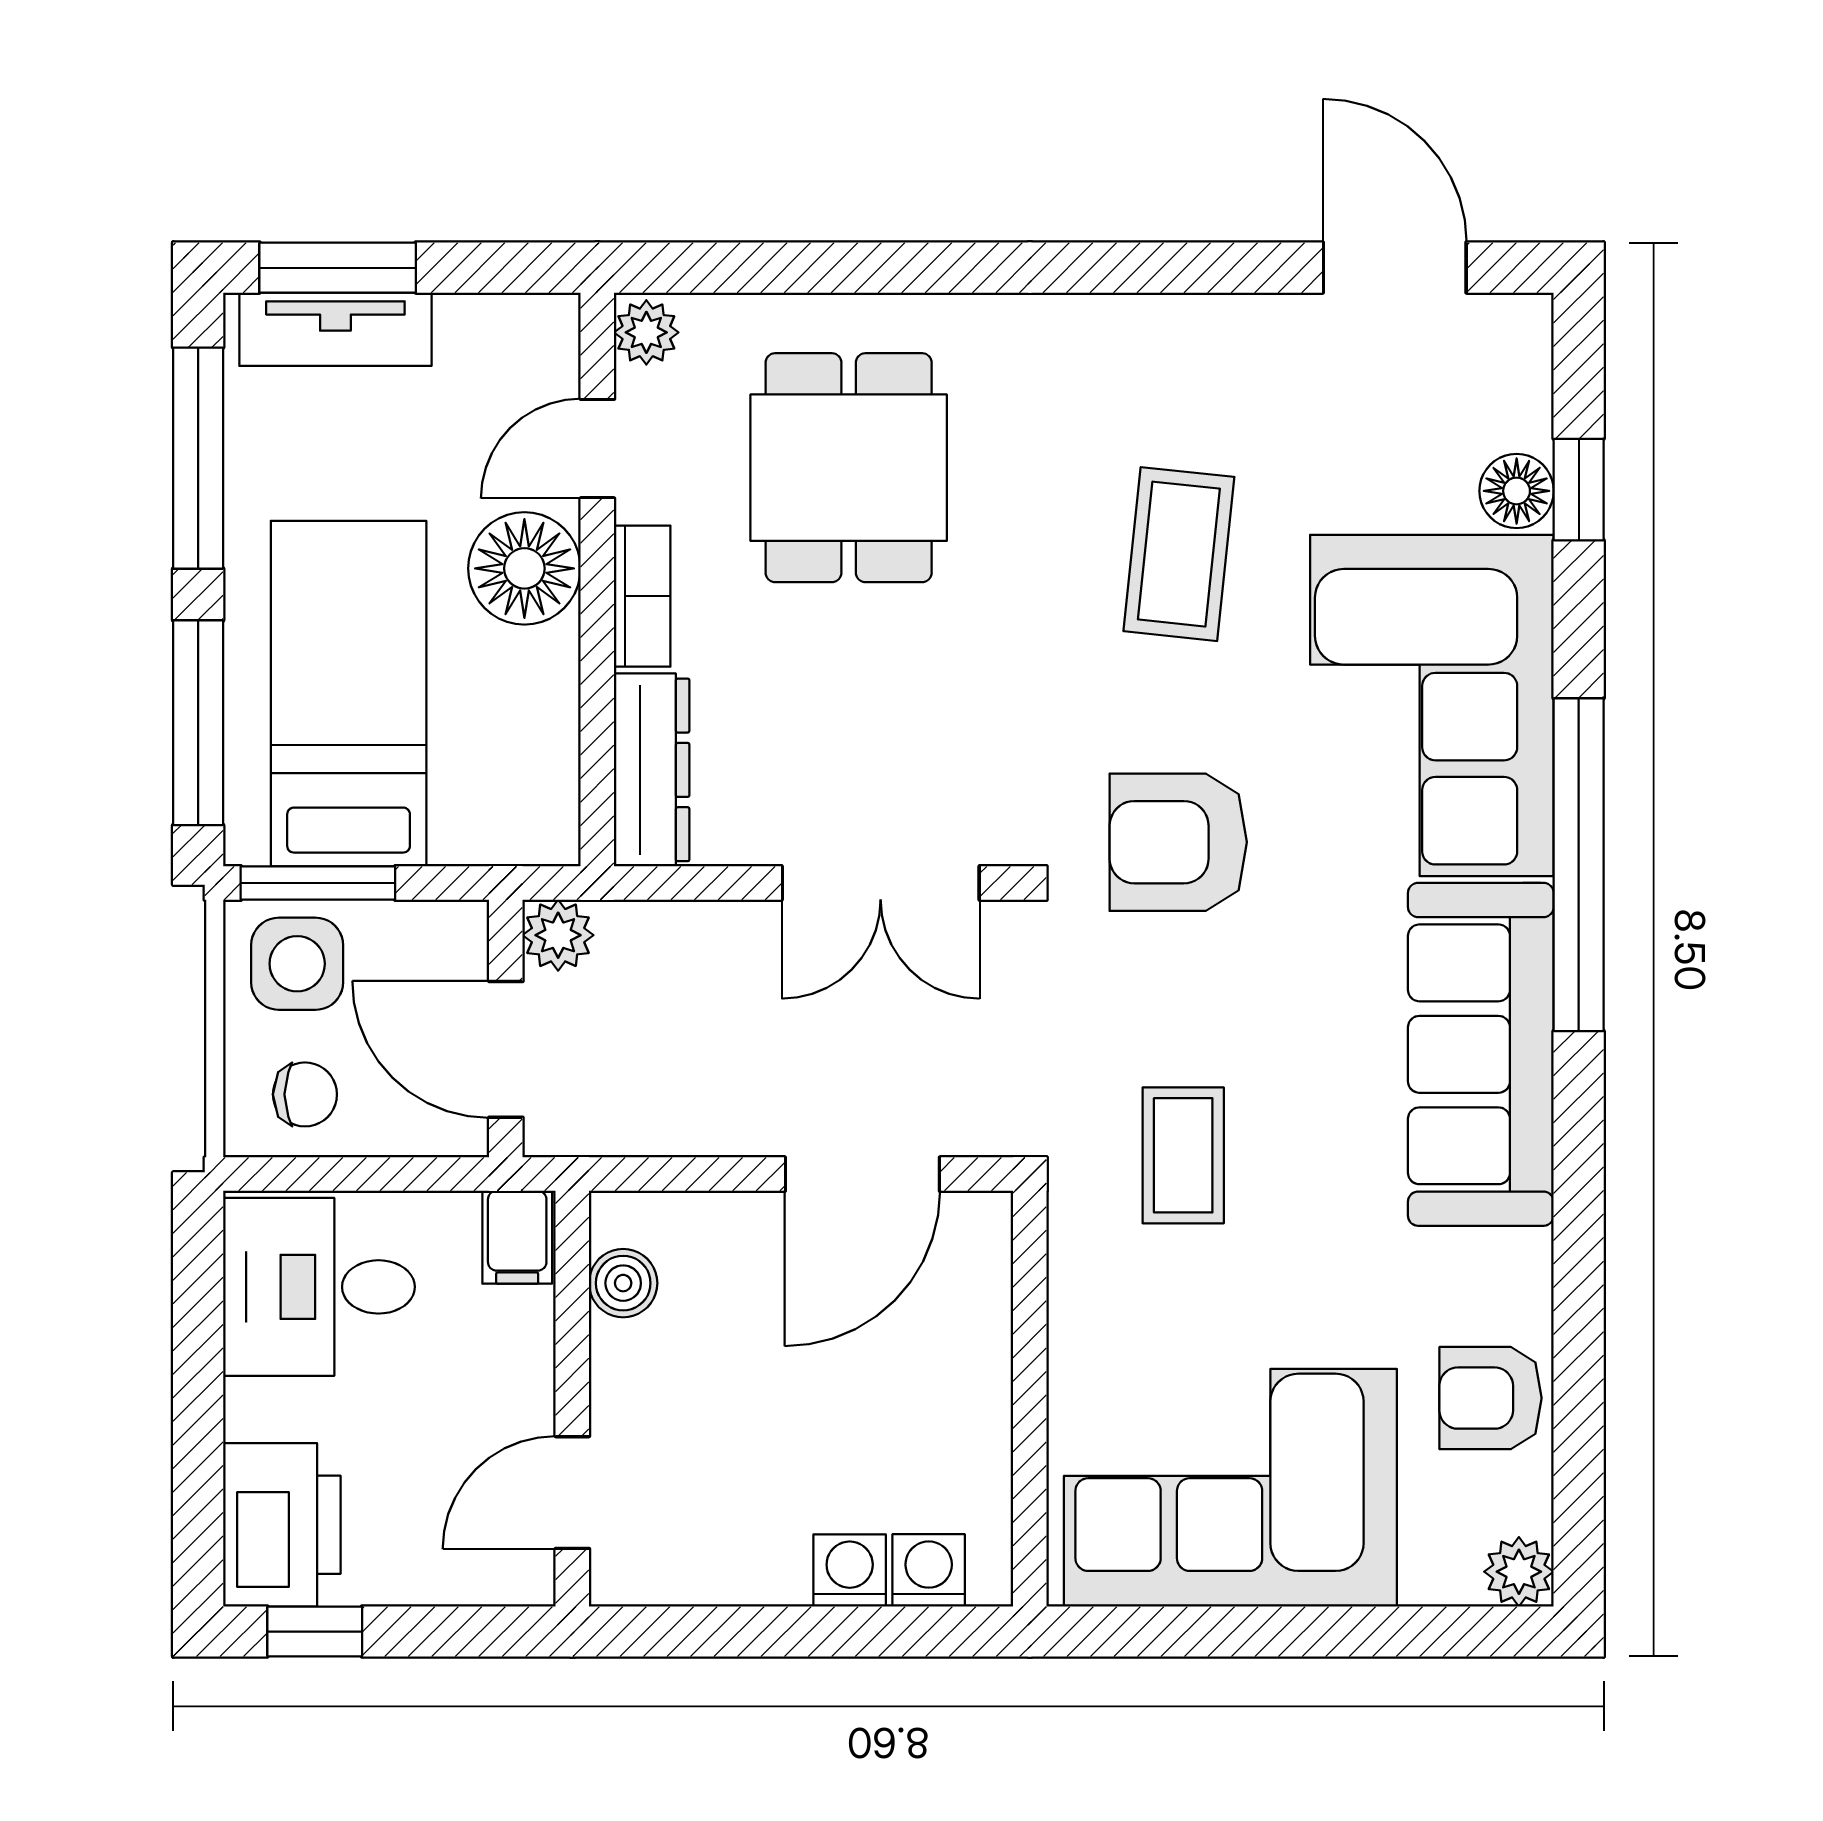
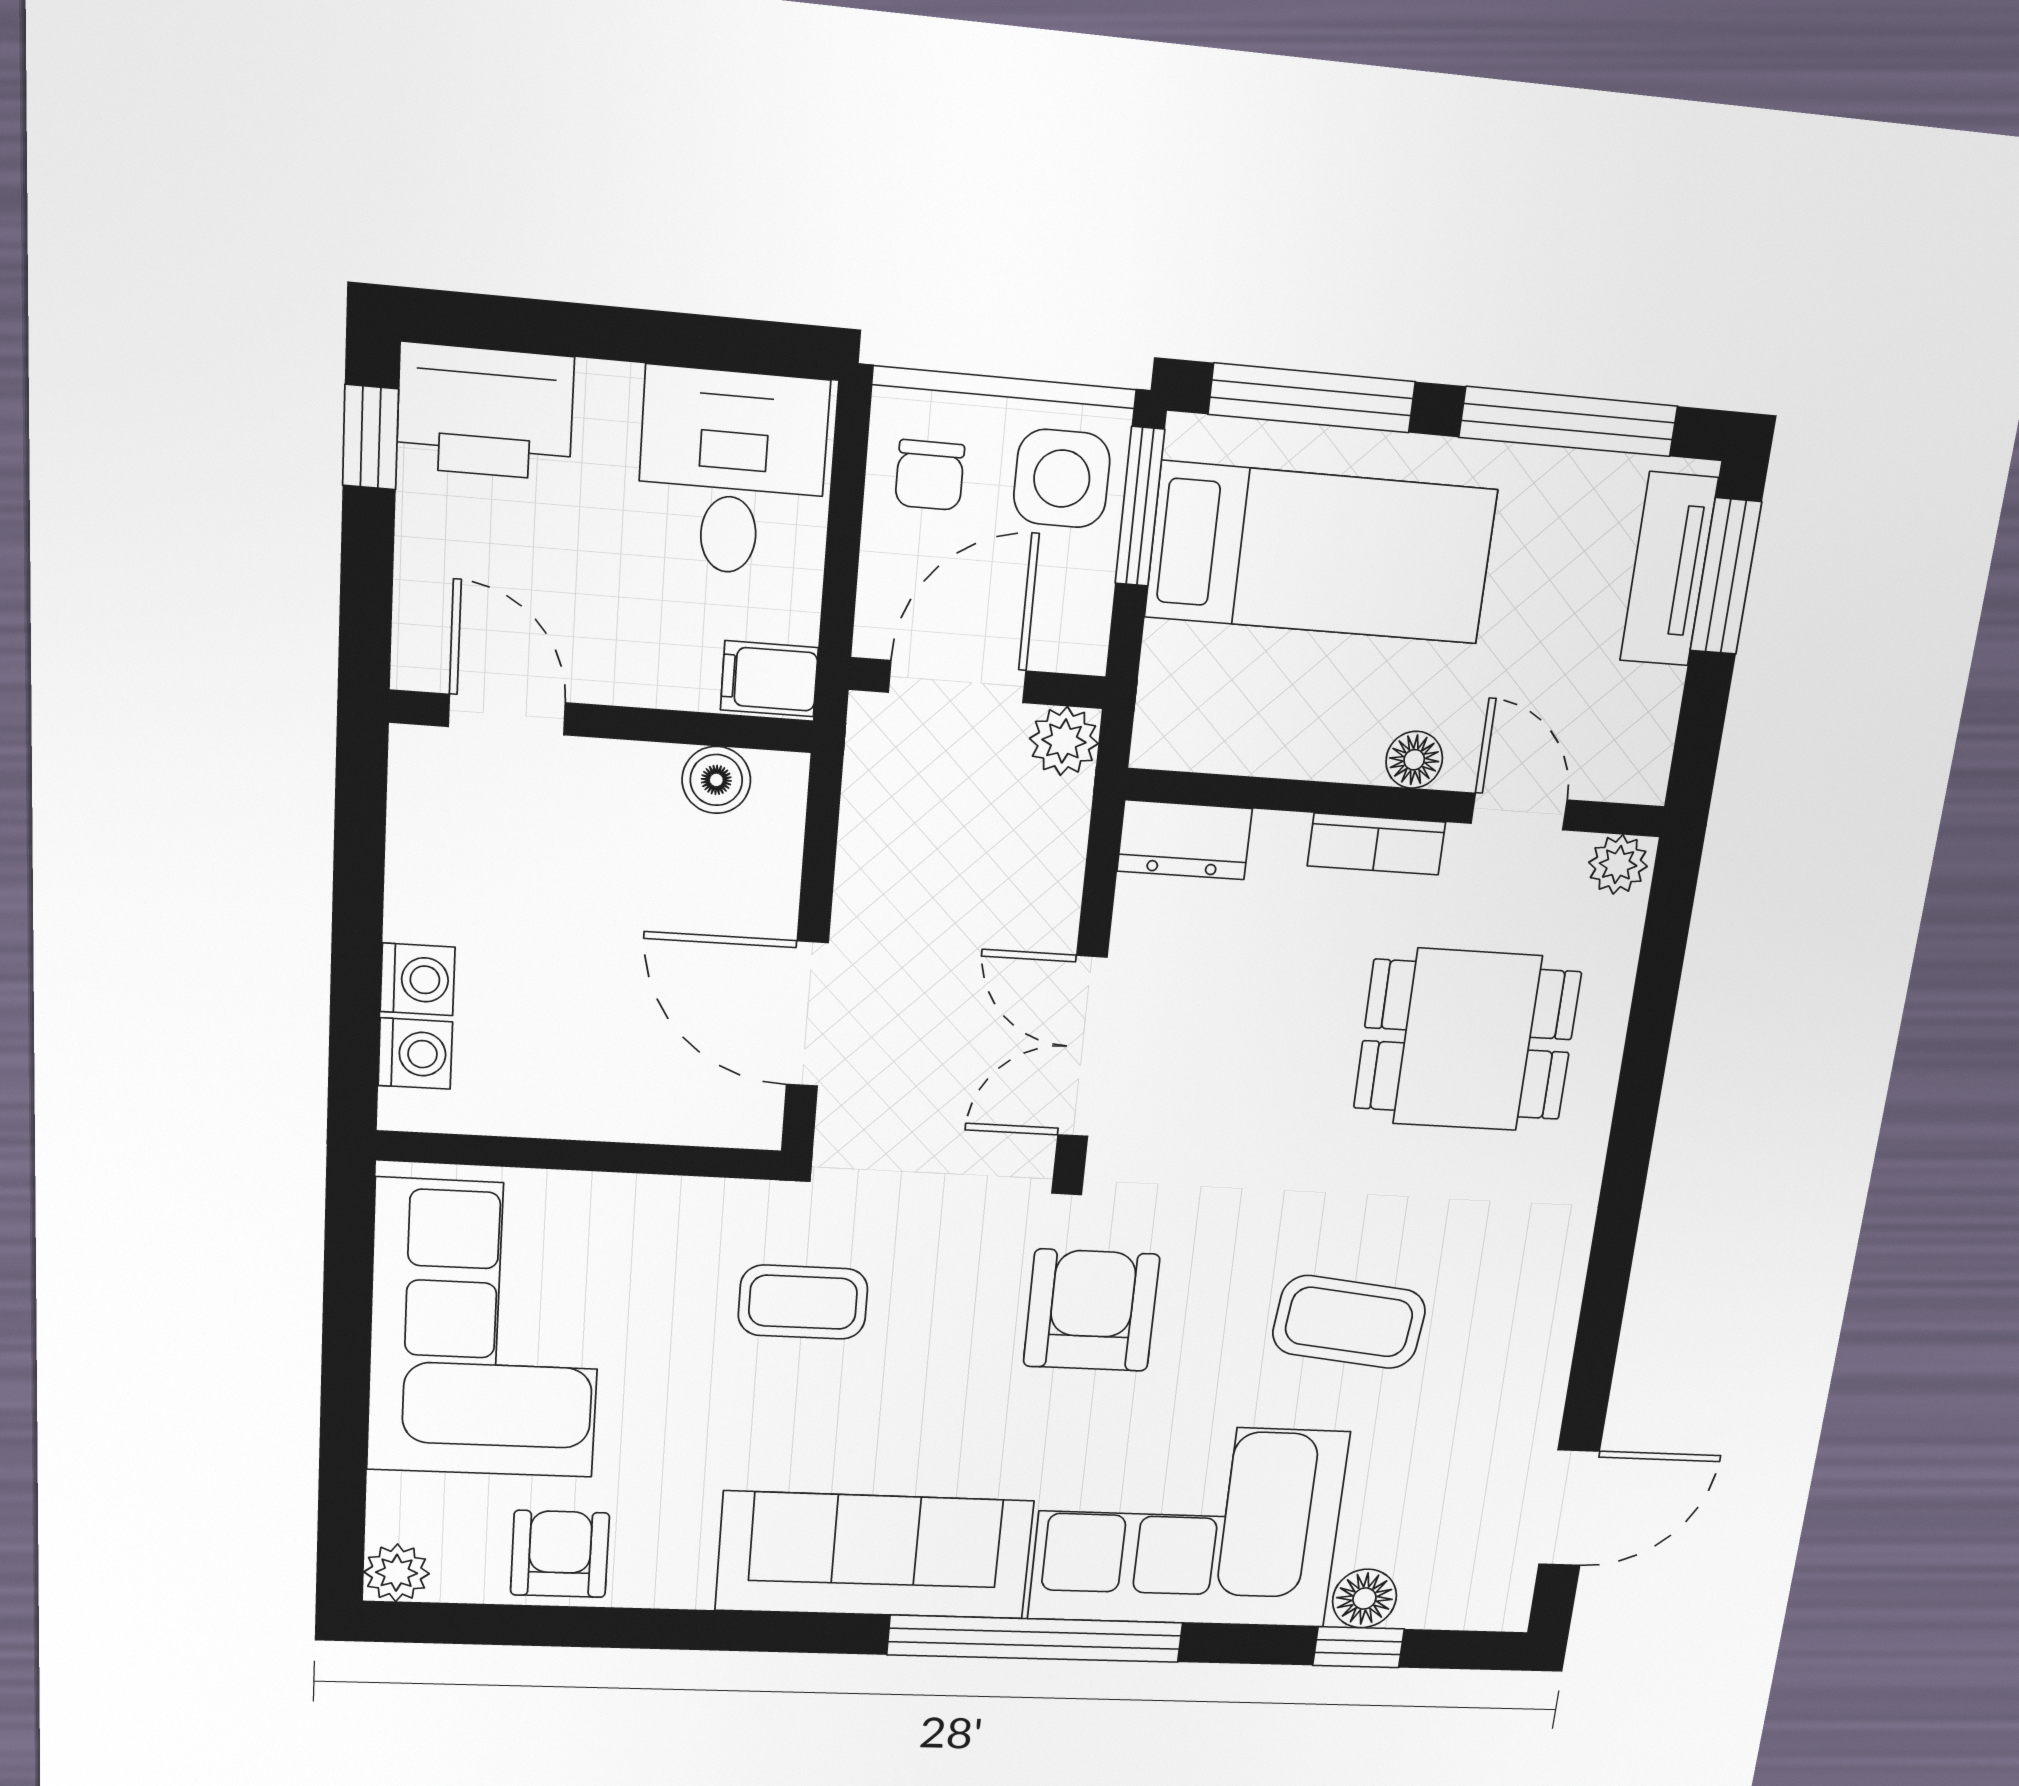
floor lamp: (524, 568) -> (1414, 760), width x0.53, depth x0.53
dresser: (652, 770) -> (1185, 840), width x0.70

